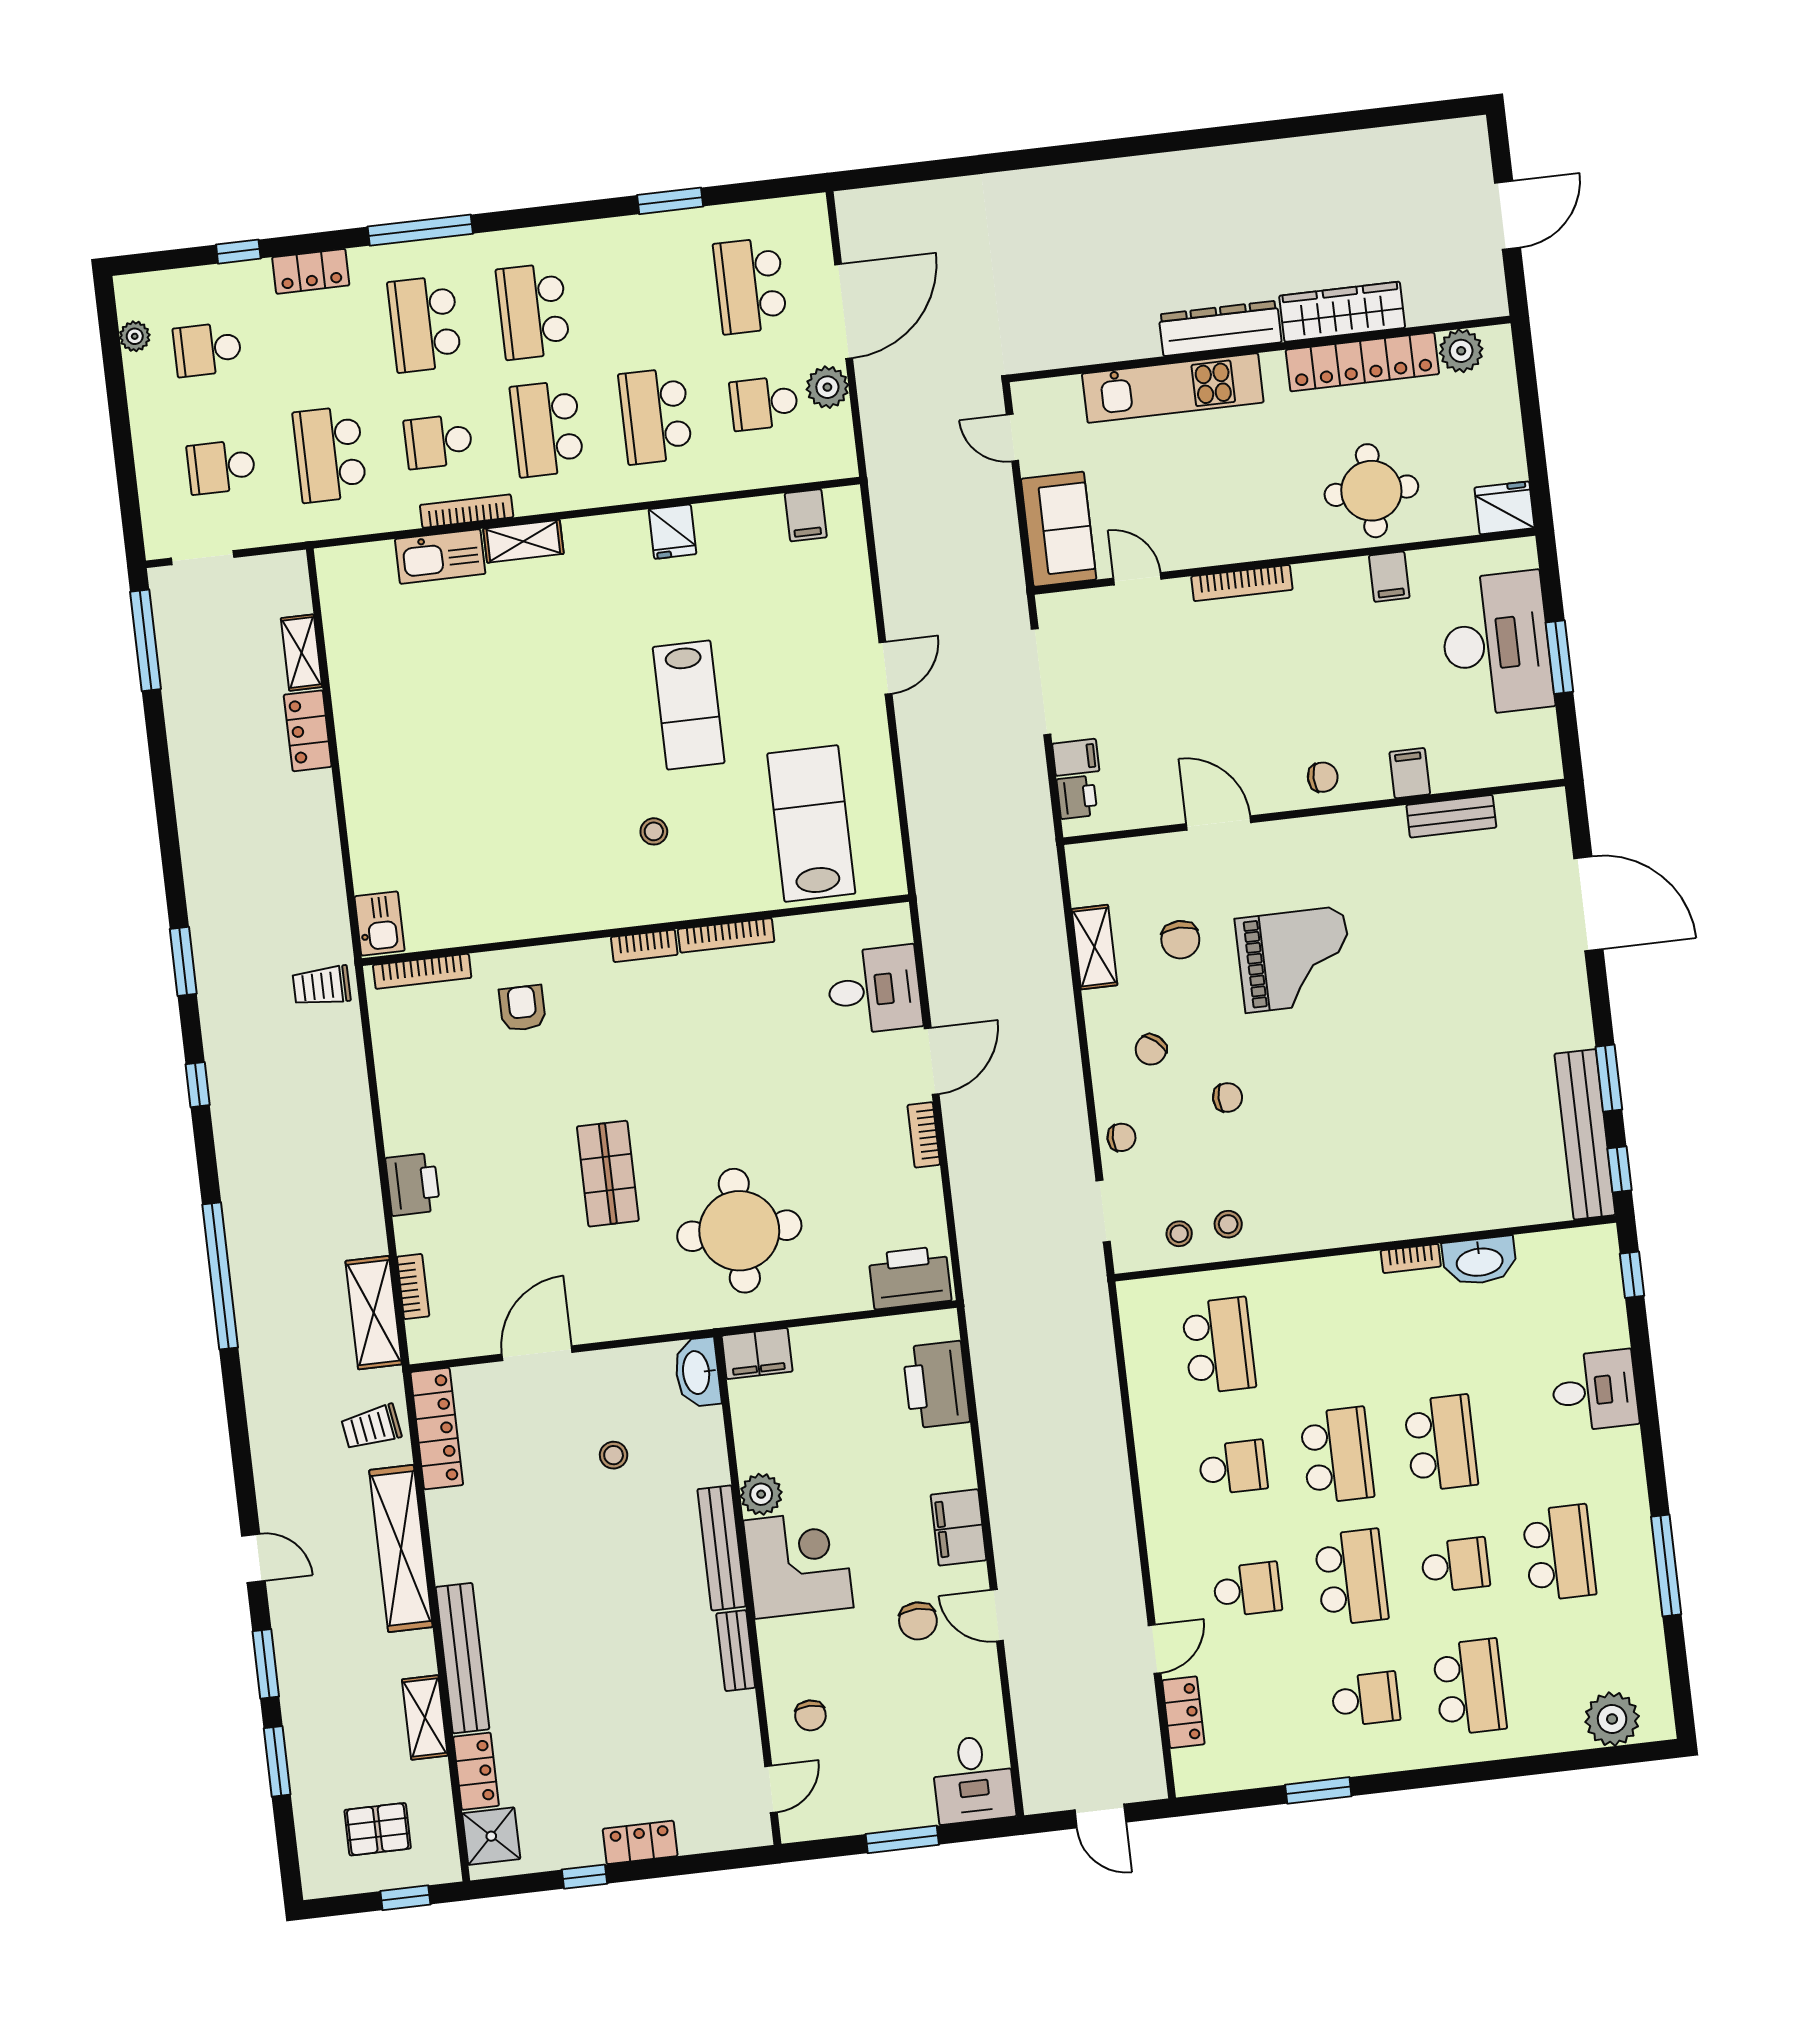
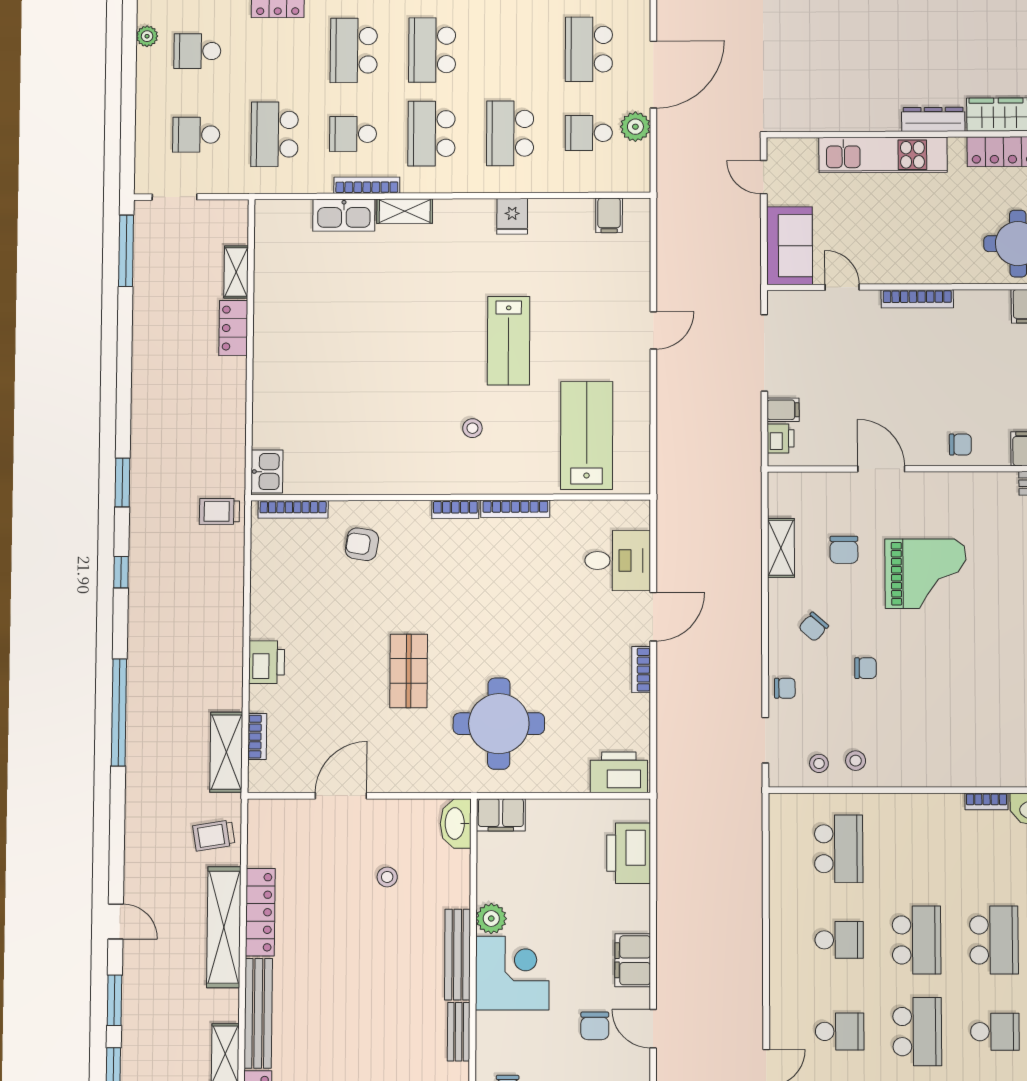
dresser: (1220, 328) -> (933, 119), width x0.73, depth x0.80
armchair: (522, 1008) -> (362, 544), turned -81
locker: (437, 1429) -> (260, 912), moved

